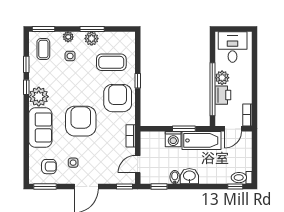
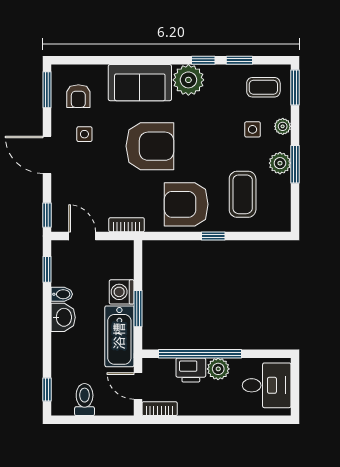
armchair: (118, 98) -> (186, 204), turned 180
toilet: (242, 178) -> (85, 400), moved

